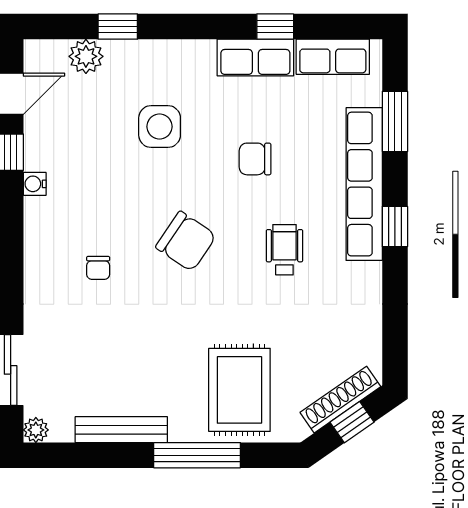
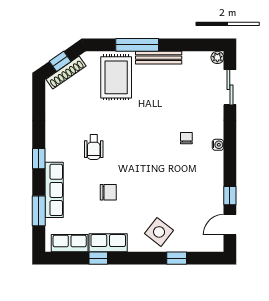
plant: (86, 56) -> (192, 243), removed
side table: (160, 127) -> (159, 232), moved, turned 38
water cooler: (35, 184) -> (218, 145), moved
row of seats: (364, 184) -> (54, 190), width x0.73
chair: (186, 241) -> (143, 151), removed
bench: (121, 430) -> (159, 58), moved

